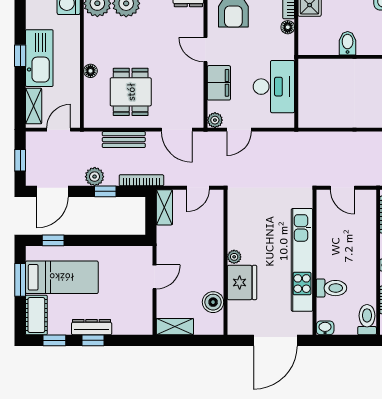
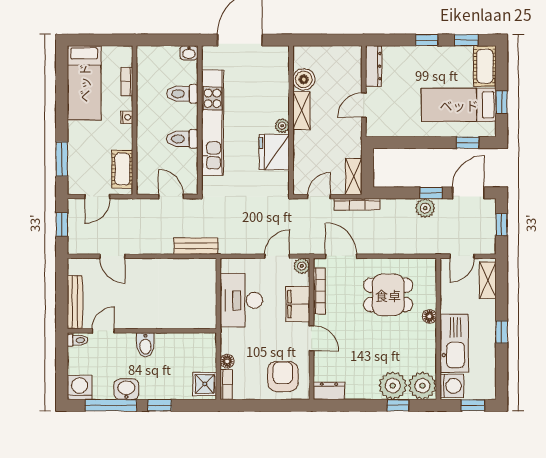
bidet: (348, 43) -> (145, 345), moved
kitchen sink: (39, 58) -> (454, 343), moved, turned 180
dining table: (131, 92) -> (388, 295), turned 90
bookcase: (198, 96) -> (319, 291), added
bench: (124, 140) -> (196, 246), moved
bookcase: (141, 180) -> (357, 204), moved
window: (105, 191) -> (431, 193), moved
window: (20, 280) -> (502, 102), width x0.67
fridge: (242, 282) -> (274, 152), moved
toilet: (367, 320) -> (182, 139), moved, turned 90
dresser: (92, 327) -> (374, 66), moved, turned -90
shelving: (175, 327) -> (301, 111), moved, turned 90

